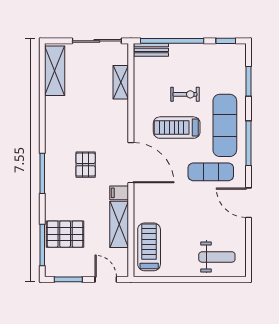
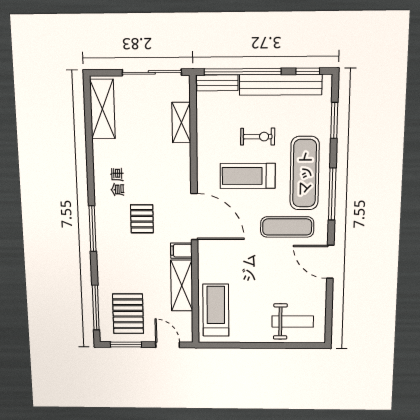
bench: (204, 52) -> (281, 85), added
pallet: (65, 234) -> (128, 314), moved, turned 90

